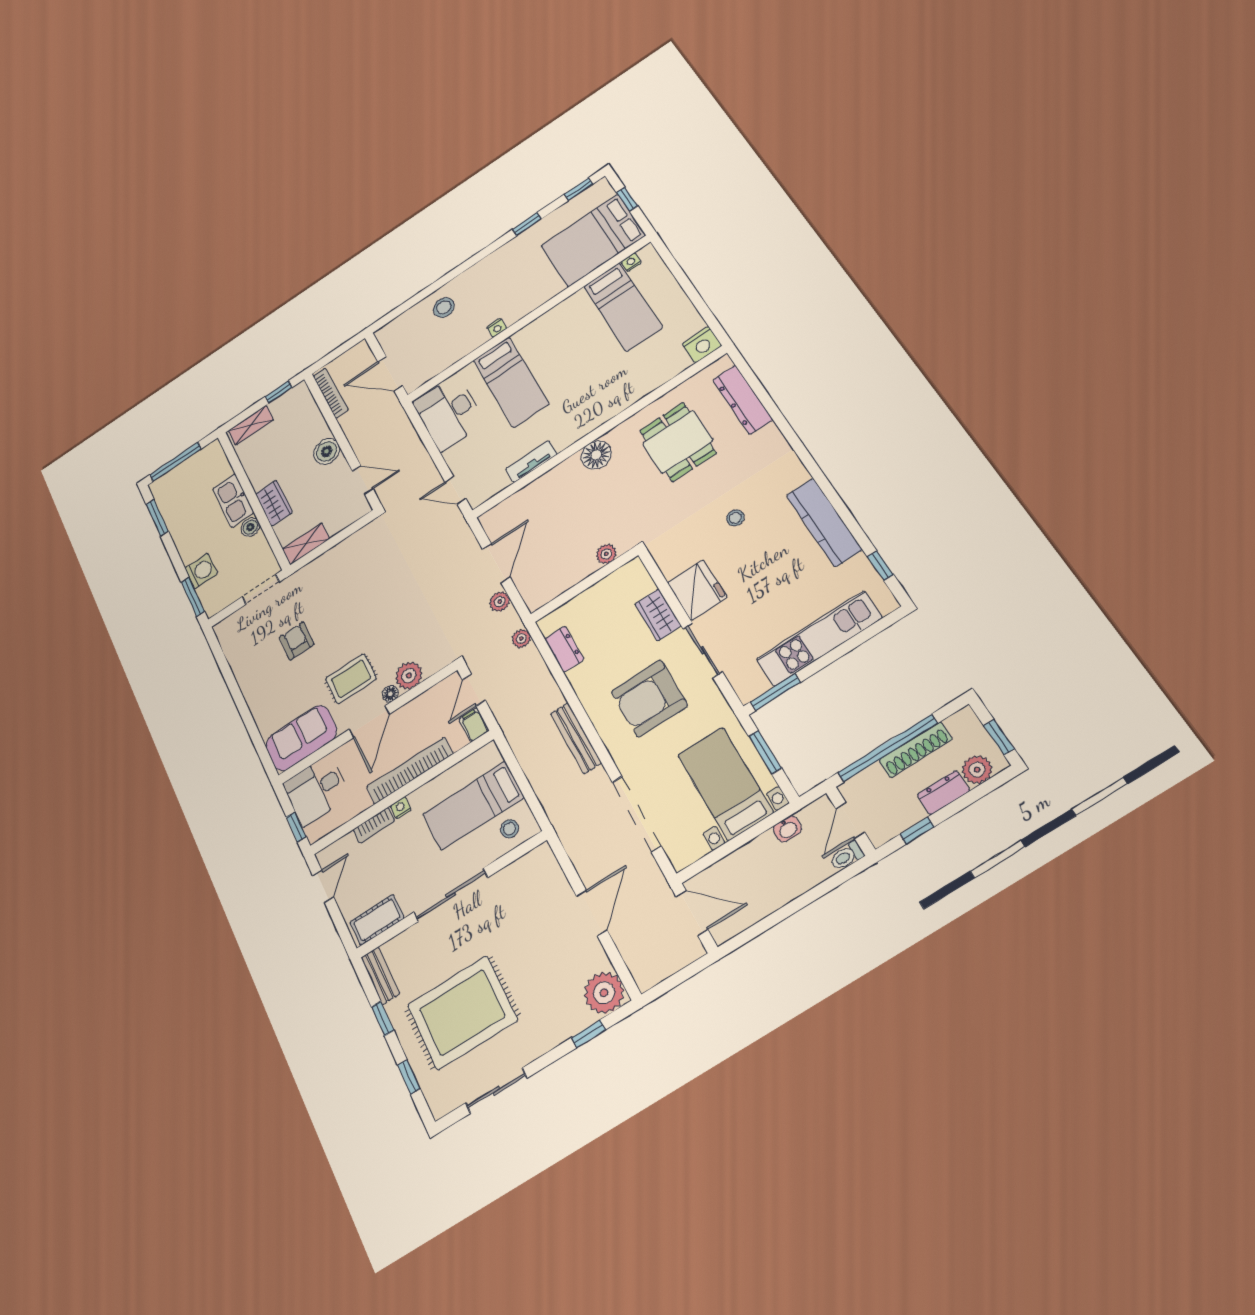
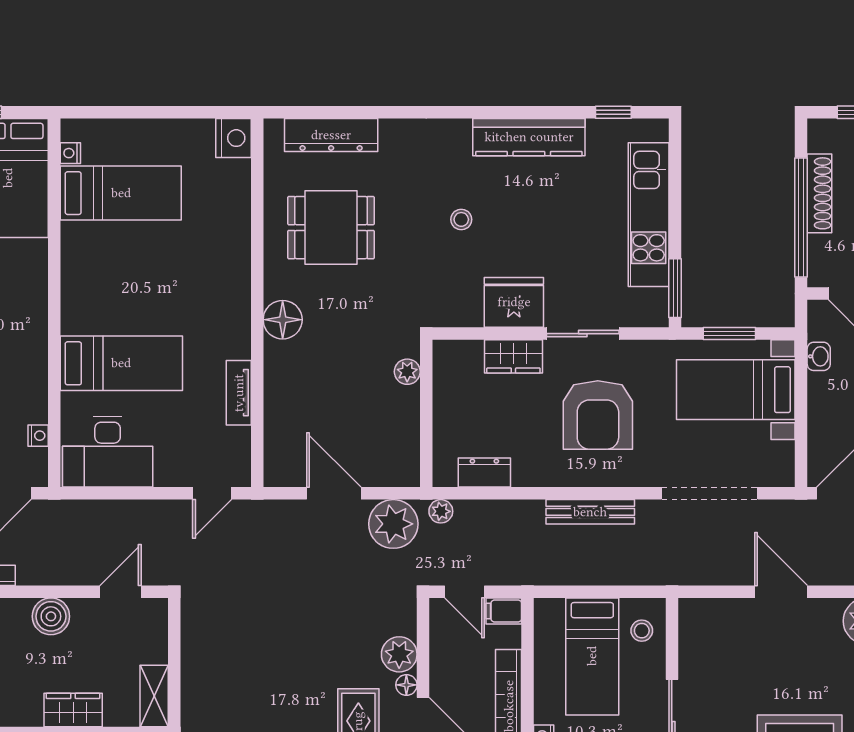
nightstand: (497, 328) -> (38, 436), moved
plant: (500, 602) -> (393, 524), width x1.87, depth x1.87

